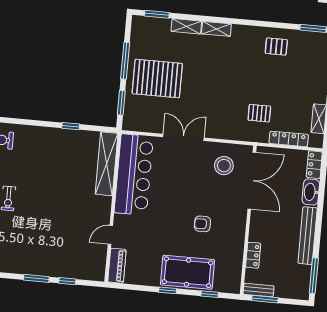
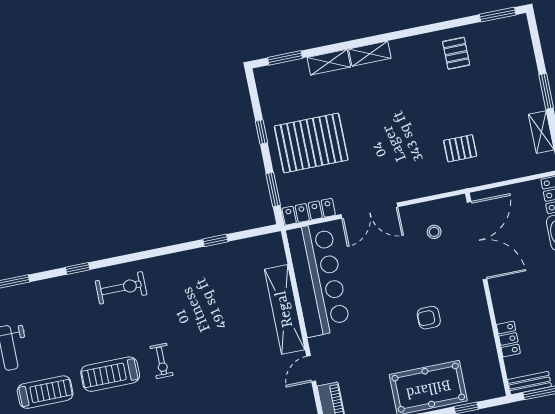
pallet: (276, 47) -> (456, 53), turned 90
window: (125, 61) -> (261, 132), width x0.46
double door: (183, 137) -> (369, 211), swing flipped
locker: (289, 139) -> (309, 212), moved
shelving: (107, 164) -> (285, 309), moved
stool: (224, 166) -> (434, 232), width x0.53, depth x0.53

